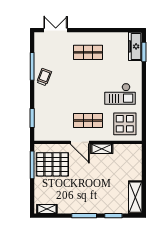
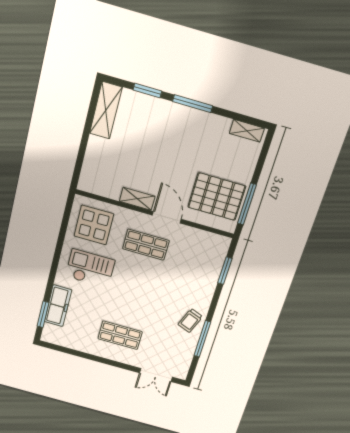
freezer: (135, 46) -> (58, 306), moved

